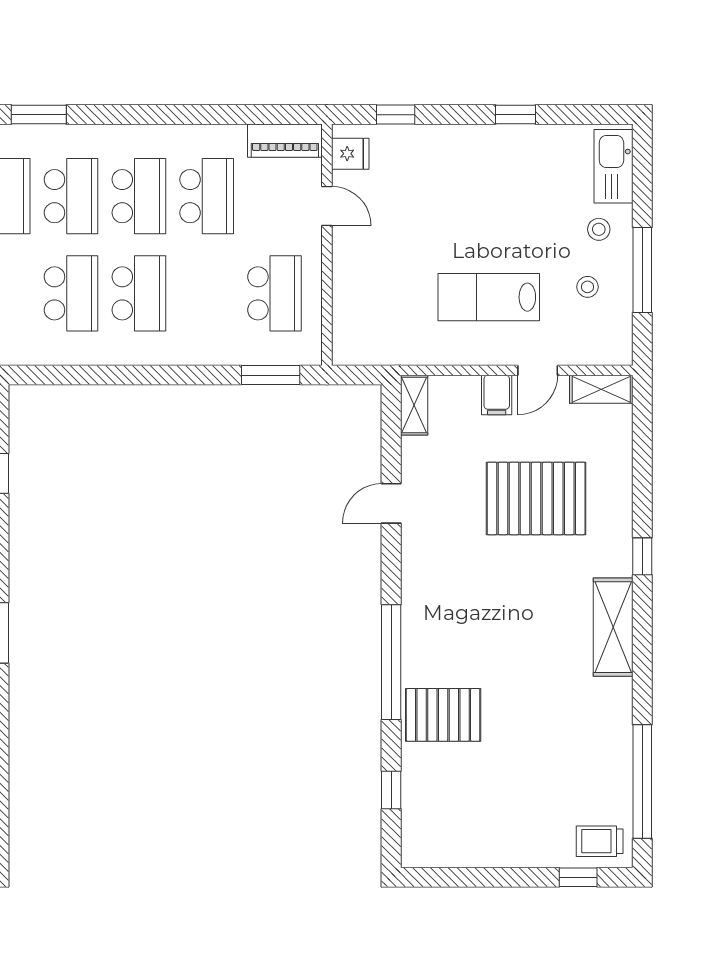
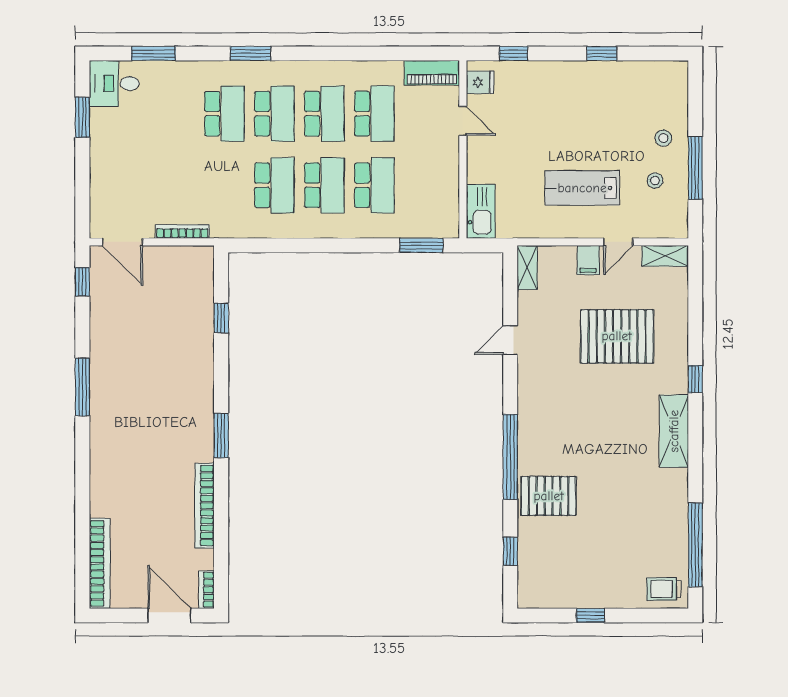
kitchen sink: (613, 166) -> (481, 211), moved, turned 180
school desk: (274, 293) -> (374, 185), moved
window: (578, 877) -> (591, 615), moved

